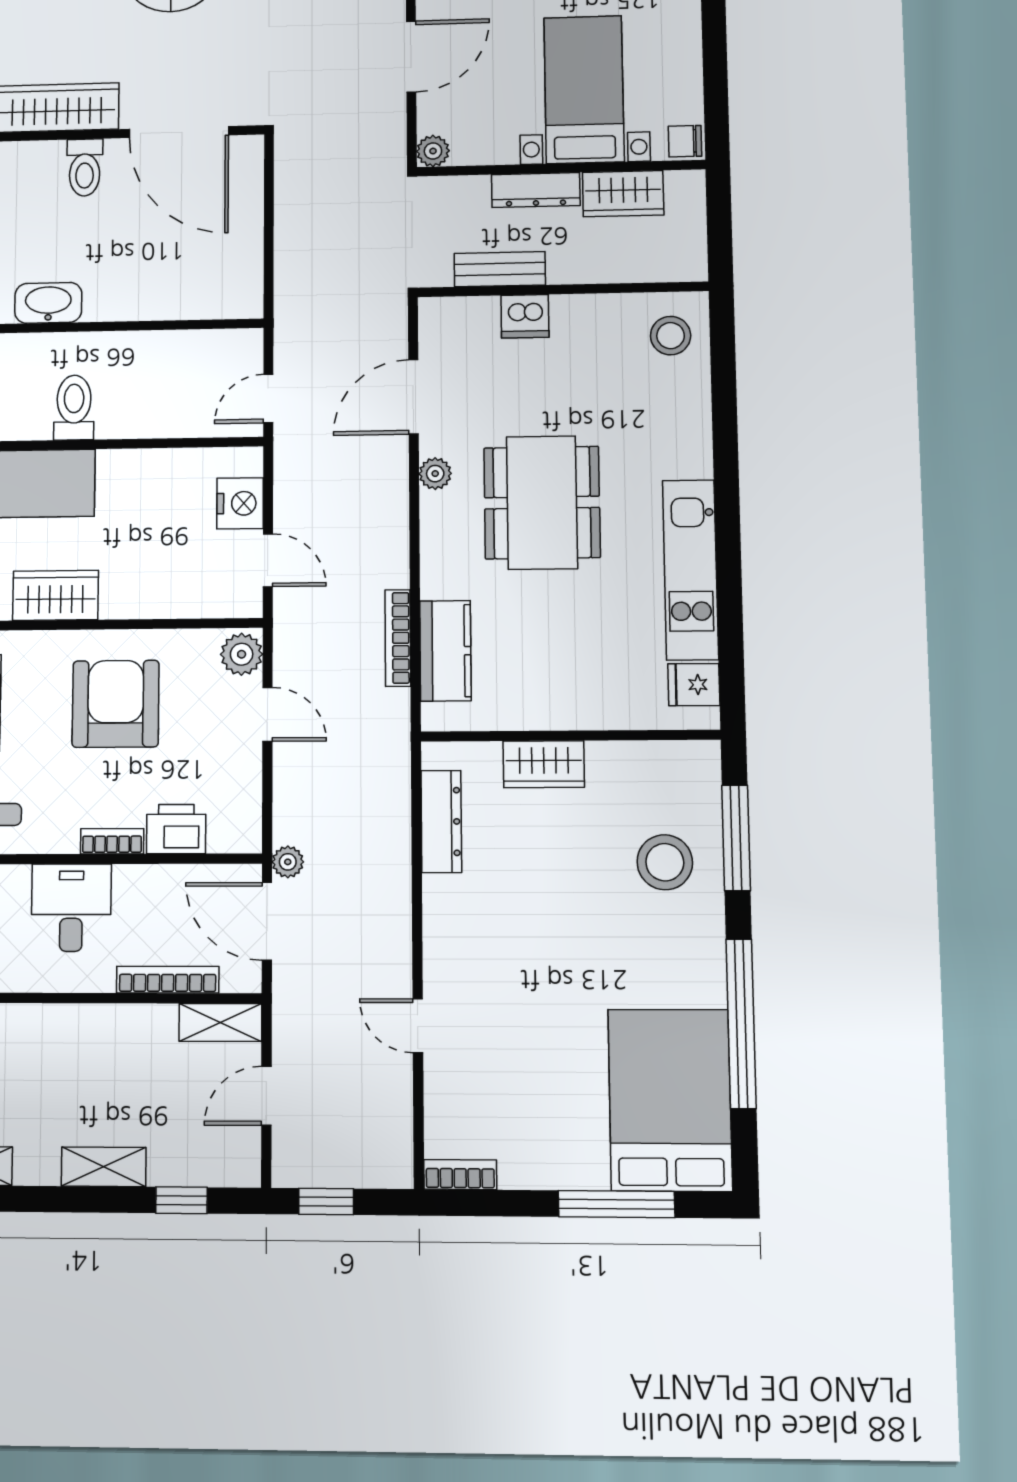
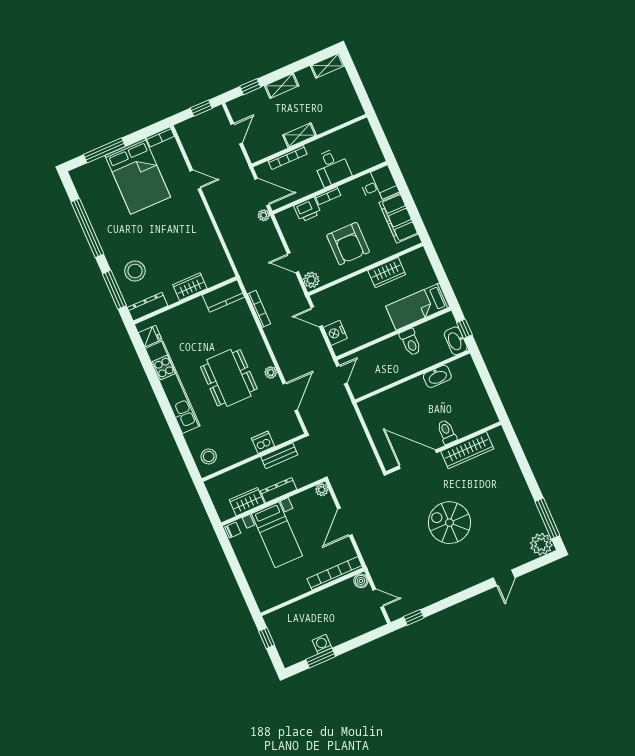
kitchen unit: (690, 570) -> (173, 387), width x1.36
kitchen counter: (445, 651) -> (223, 296), moved, turned -90
dresser: (441, 822) -> (148, 307), moved, turned 90
shelving: (220, 1022) -> (299, 135), moved
bed: (670, 1100) -> (138, 176), moved

